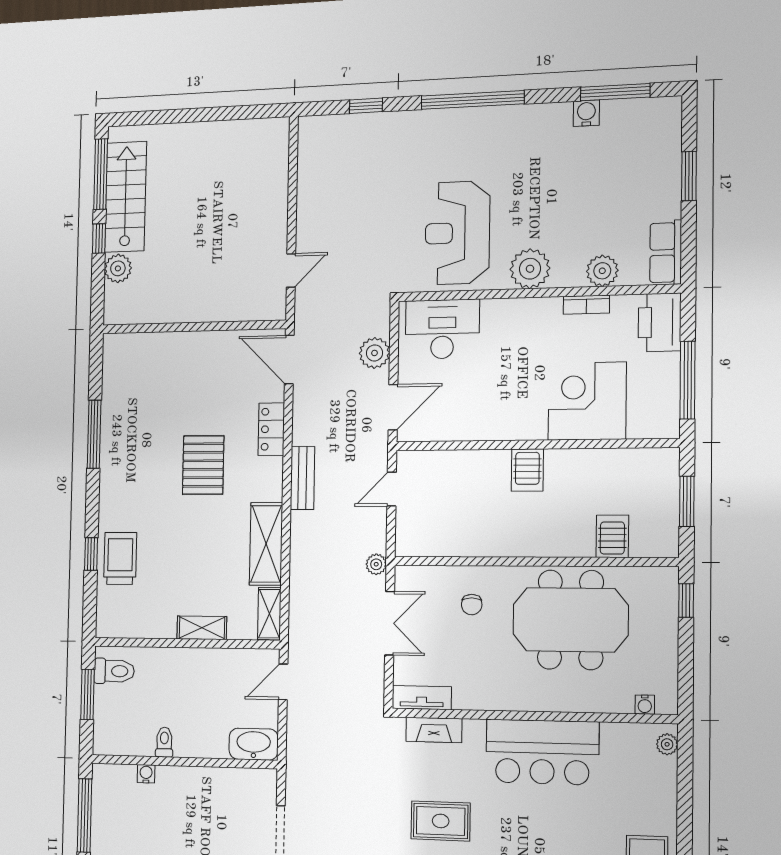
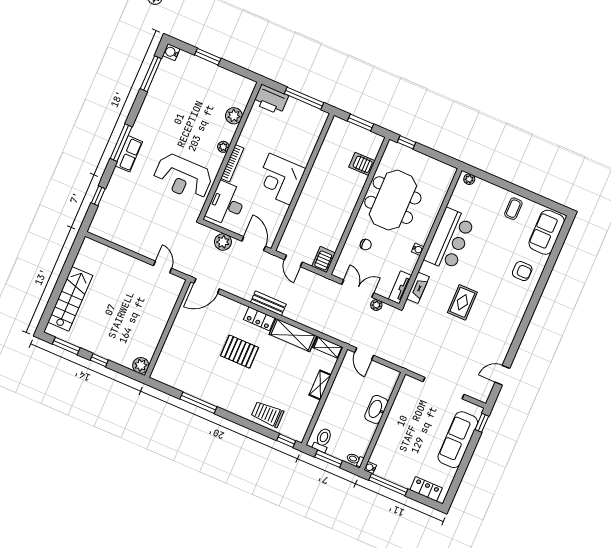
window: (473, 100) -> (121, 143), width x0.68
water cooler: (586, 113) -> (171, 52), moved
window: (101, 174) -> (66, 346), width x0.69
stairs: (126, 197) -> (70, 299), moved, turned 90
row of seats: (666, 252) -> (129, 154), moved, turned -90
plant: (118, 268) -> (141, 365), moved
plant: (530, 269) -> (223, 147), width x0.53, depth x0.53
bookcase: (586, 305) -> (232, 163), moved, width x1.56
corner desk: (587, 401) -> (280, 179), moved
locker: (271, 429) -> (259, 319), moved
server rack: (527, 470) -> (324, 260), moved, turned -90
window: (91, 554) -> (286, 441), moved
plant: (376, 564) -> (376, 305), moved
water cooler: (645, 705) -> (418, 249), moved
toilet: (164, 742) -> (355, 459), moved
washbasin: (254, 744) -> (376, 409), moved
water cooler: (146, 774) -> (370, 468), moved

